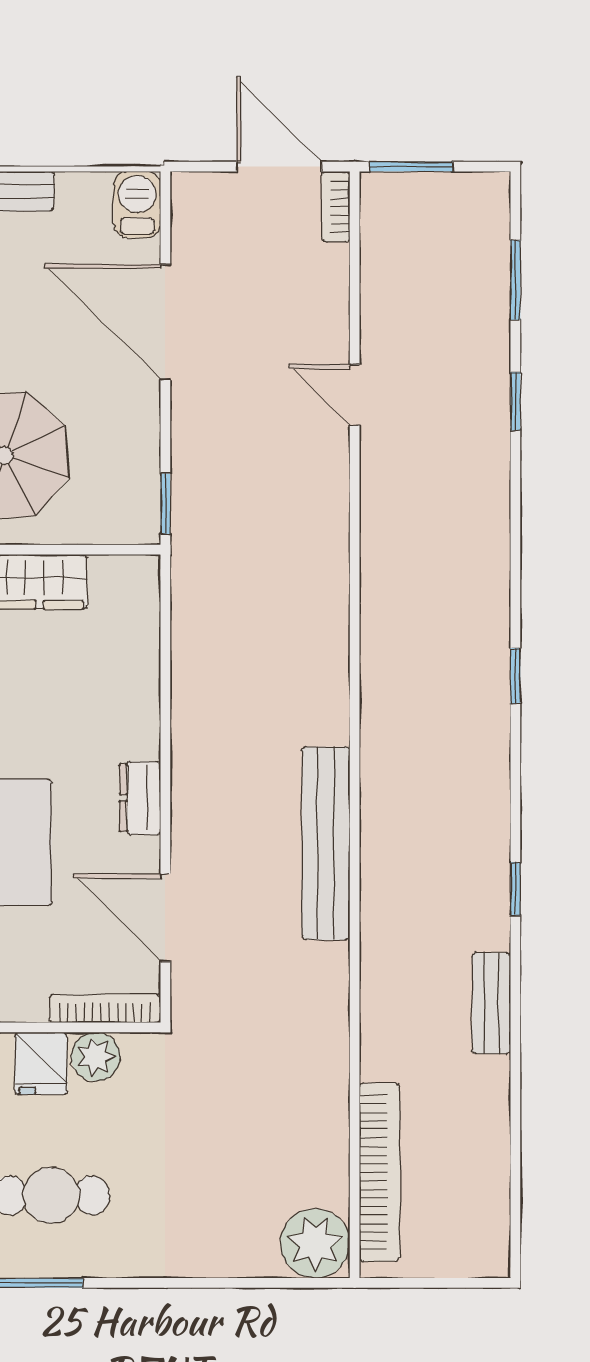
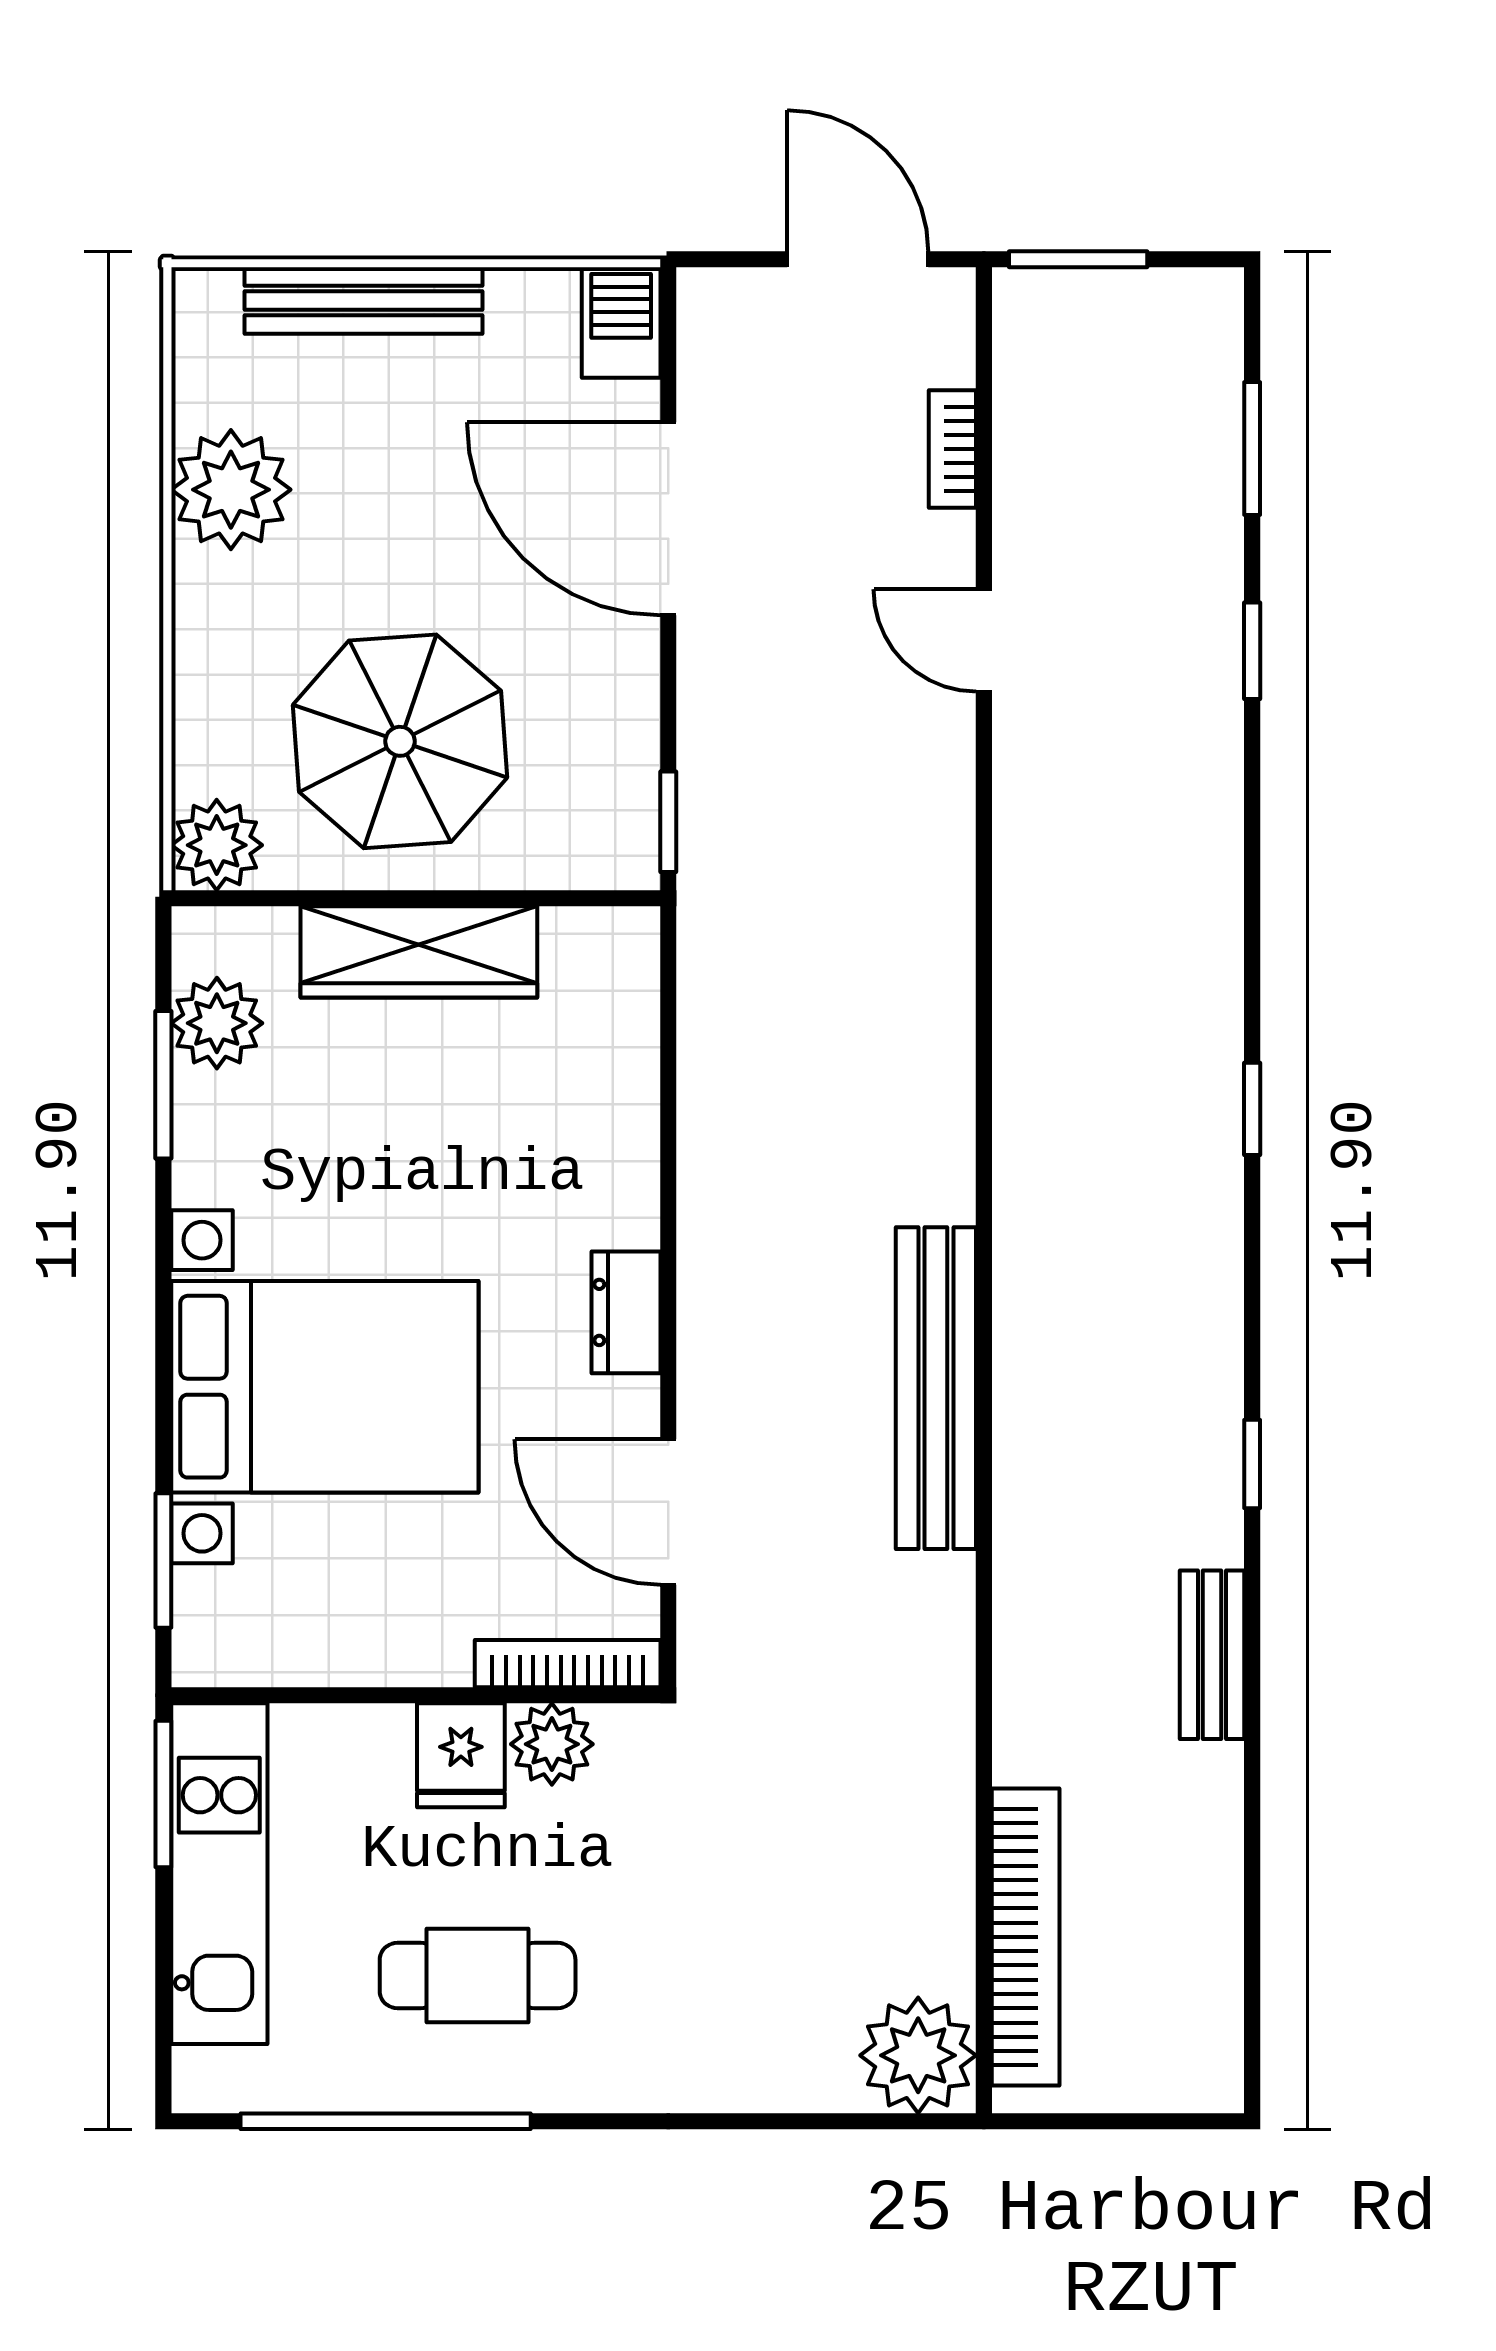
bookcase: (336, 207) -> (952, 449), moved

